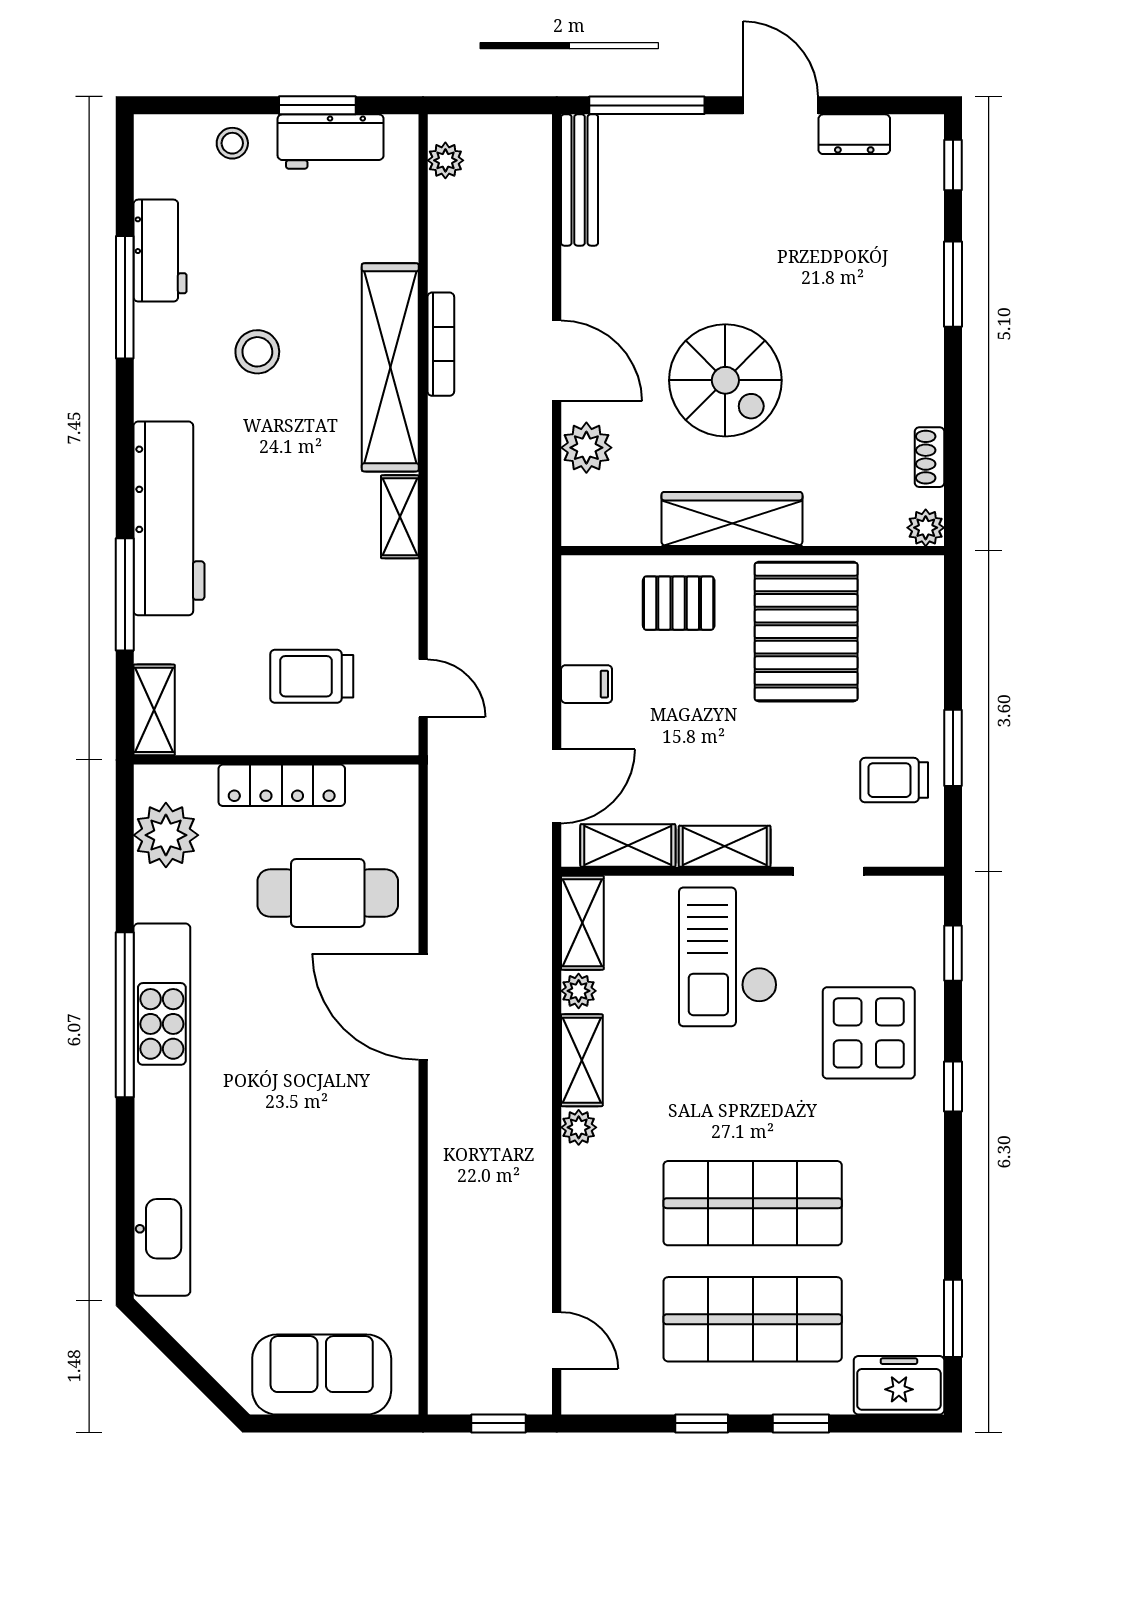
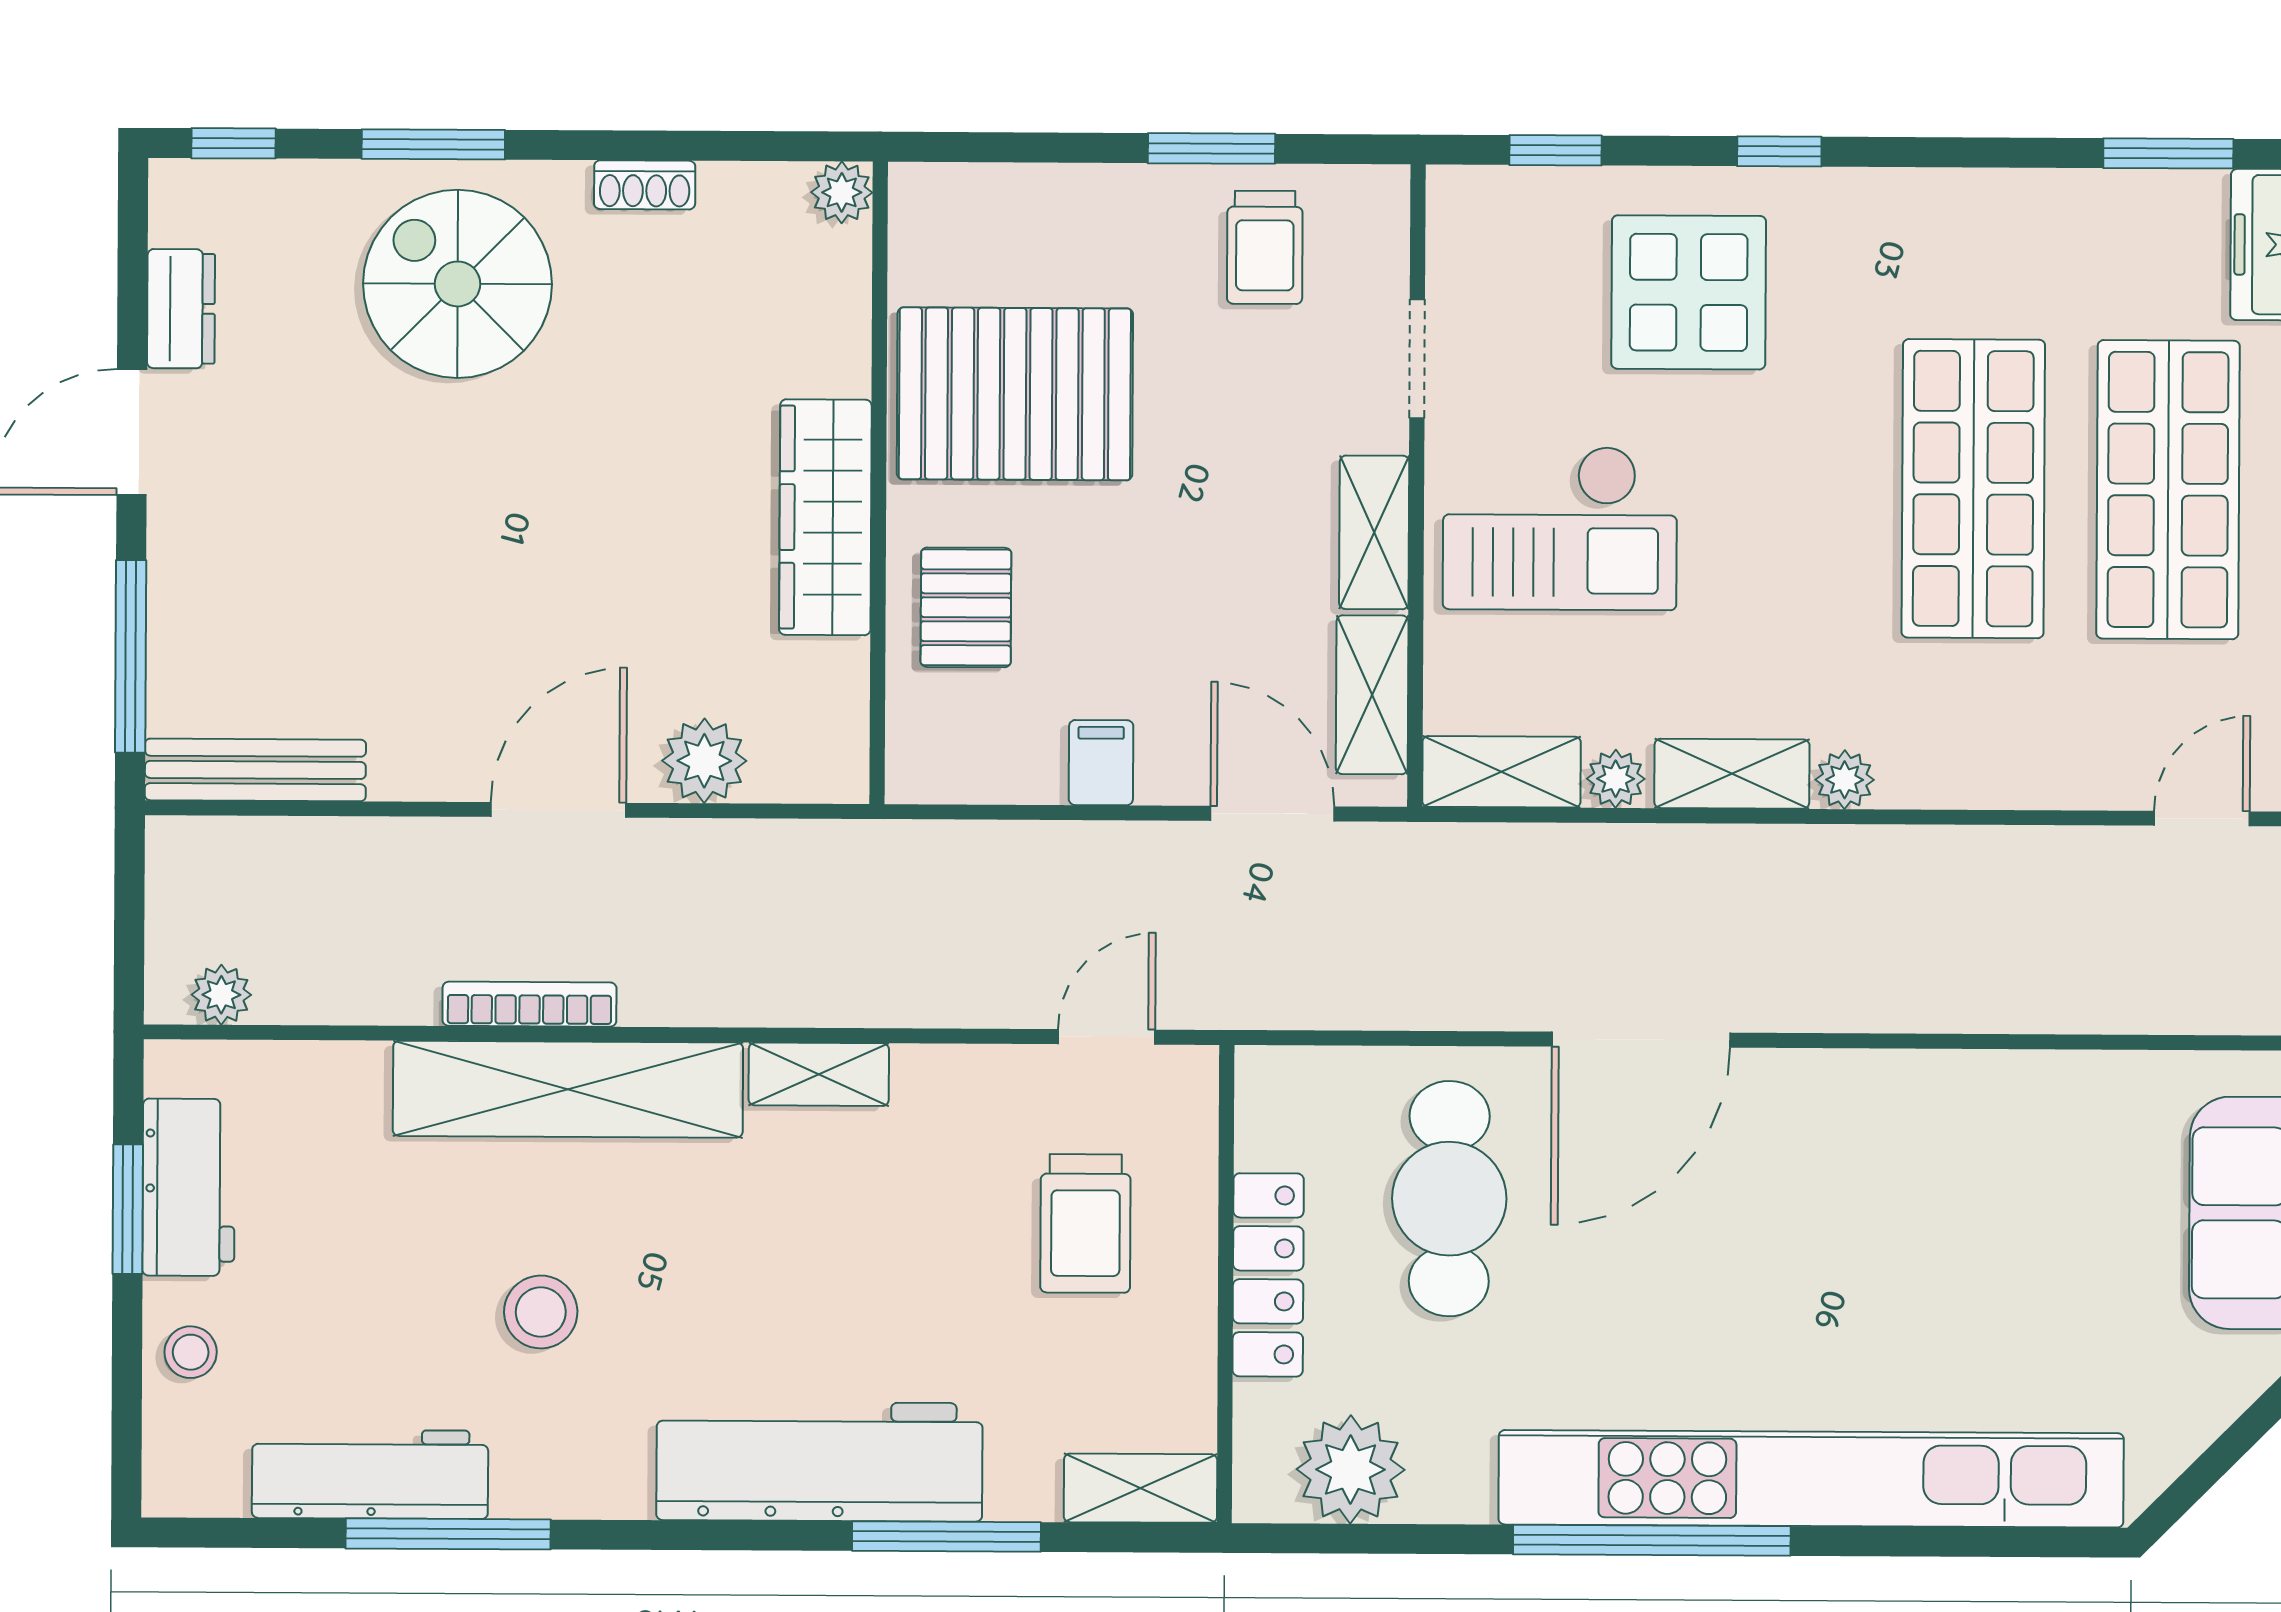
workbench: (160, 251) -> (370, 1474), width x1.38
spiral stairs: (725, 380) -> (458, 284), moved, turned -90
shoe rack: (930, 457) -> (645, 185), moved

